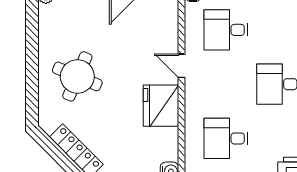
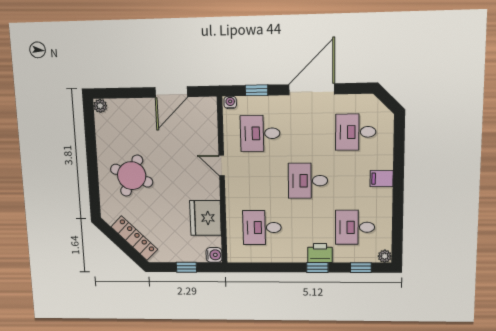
fridge: (161, 106) -> (206, 218), moved

